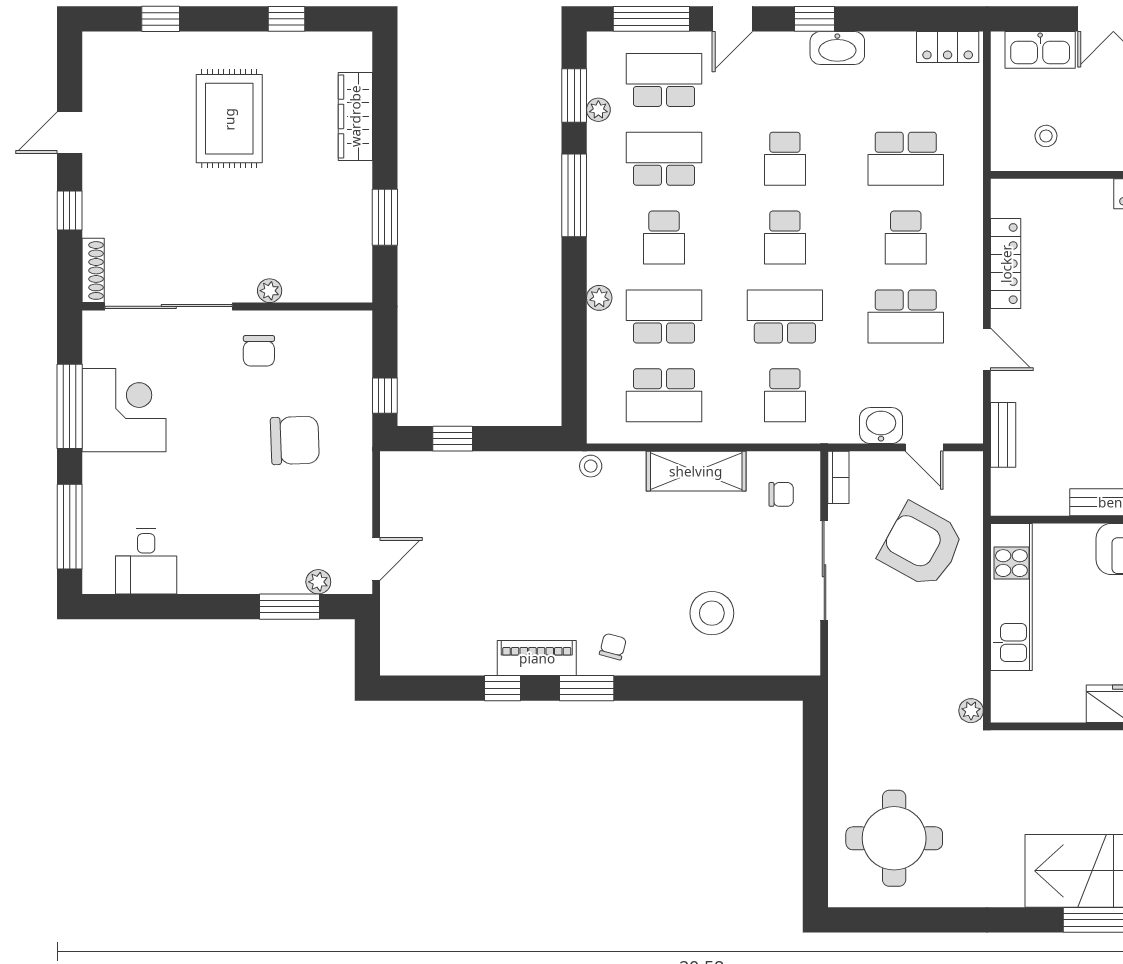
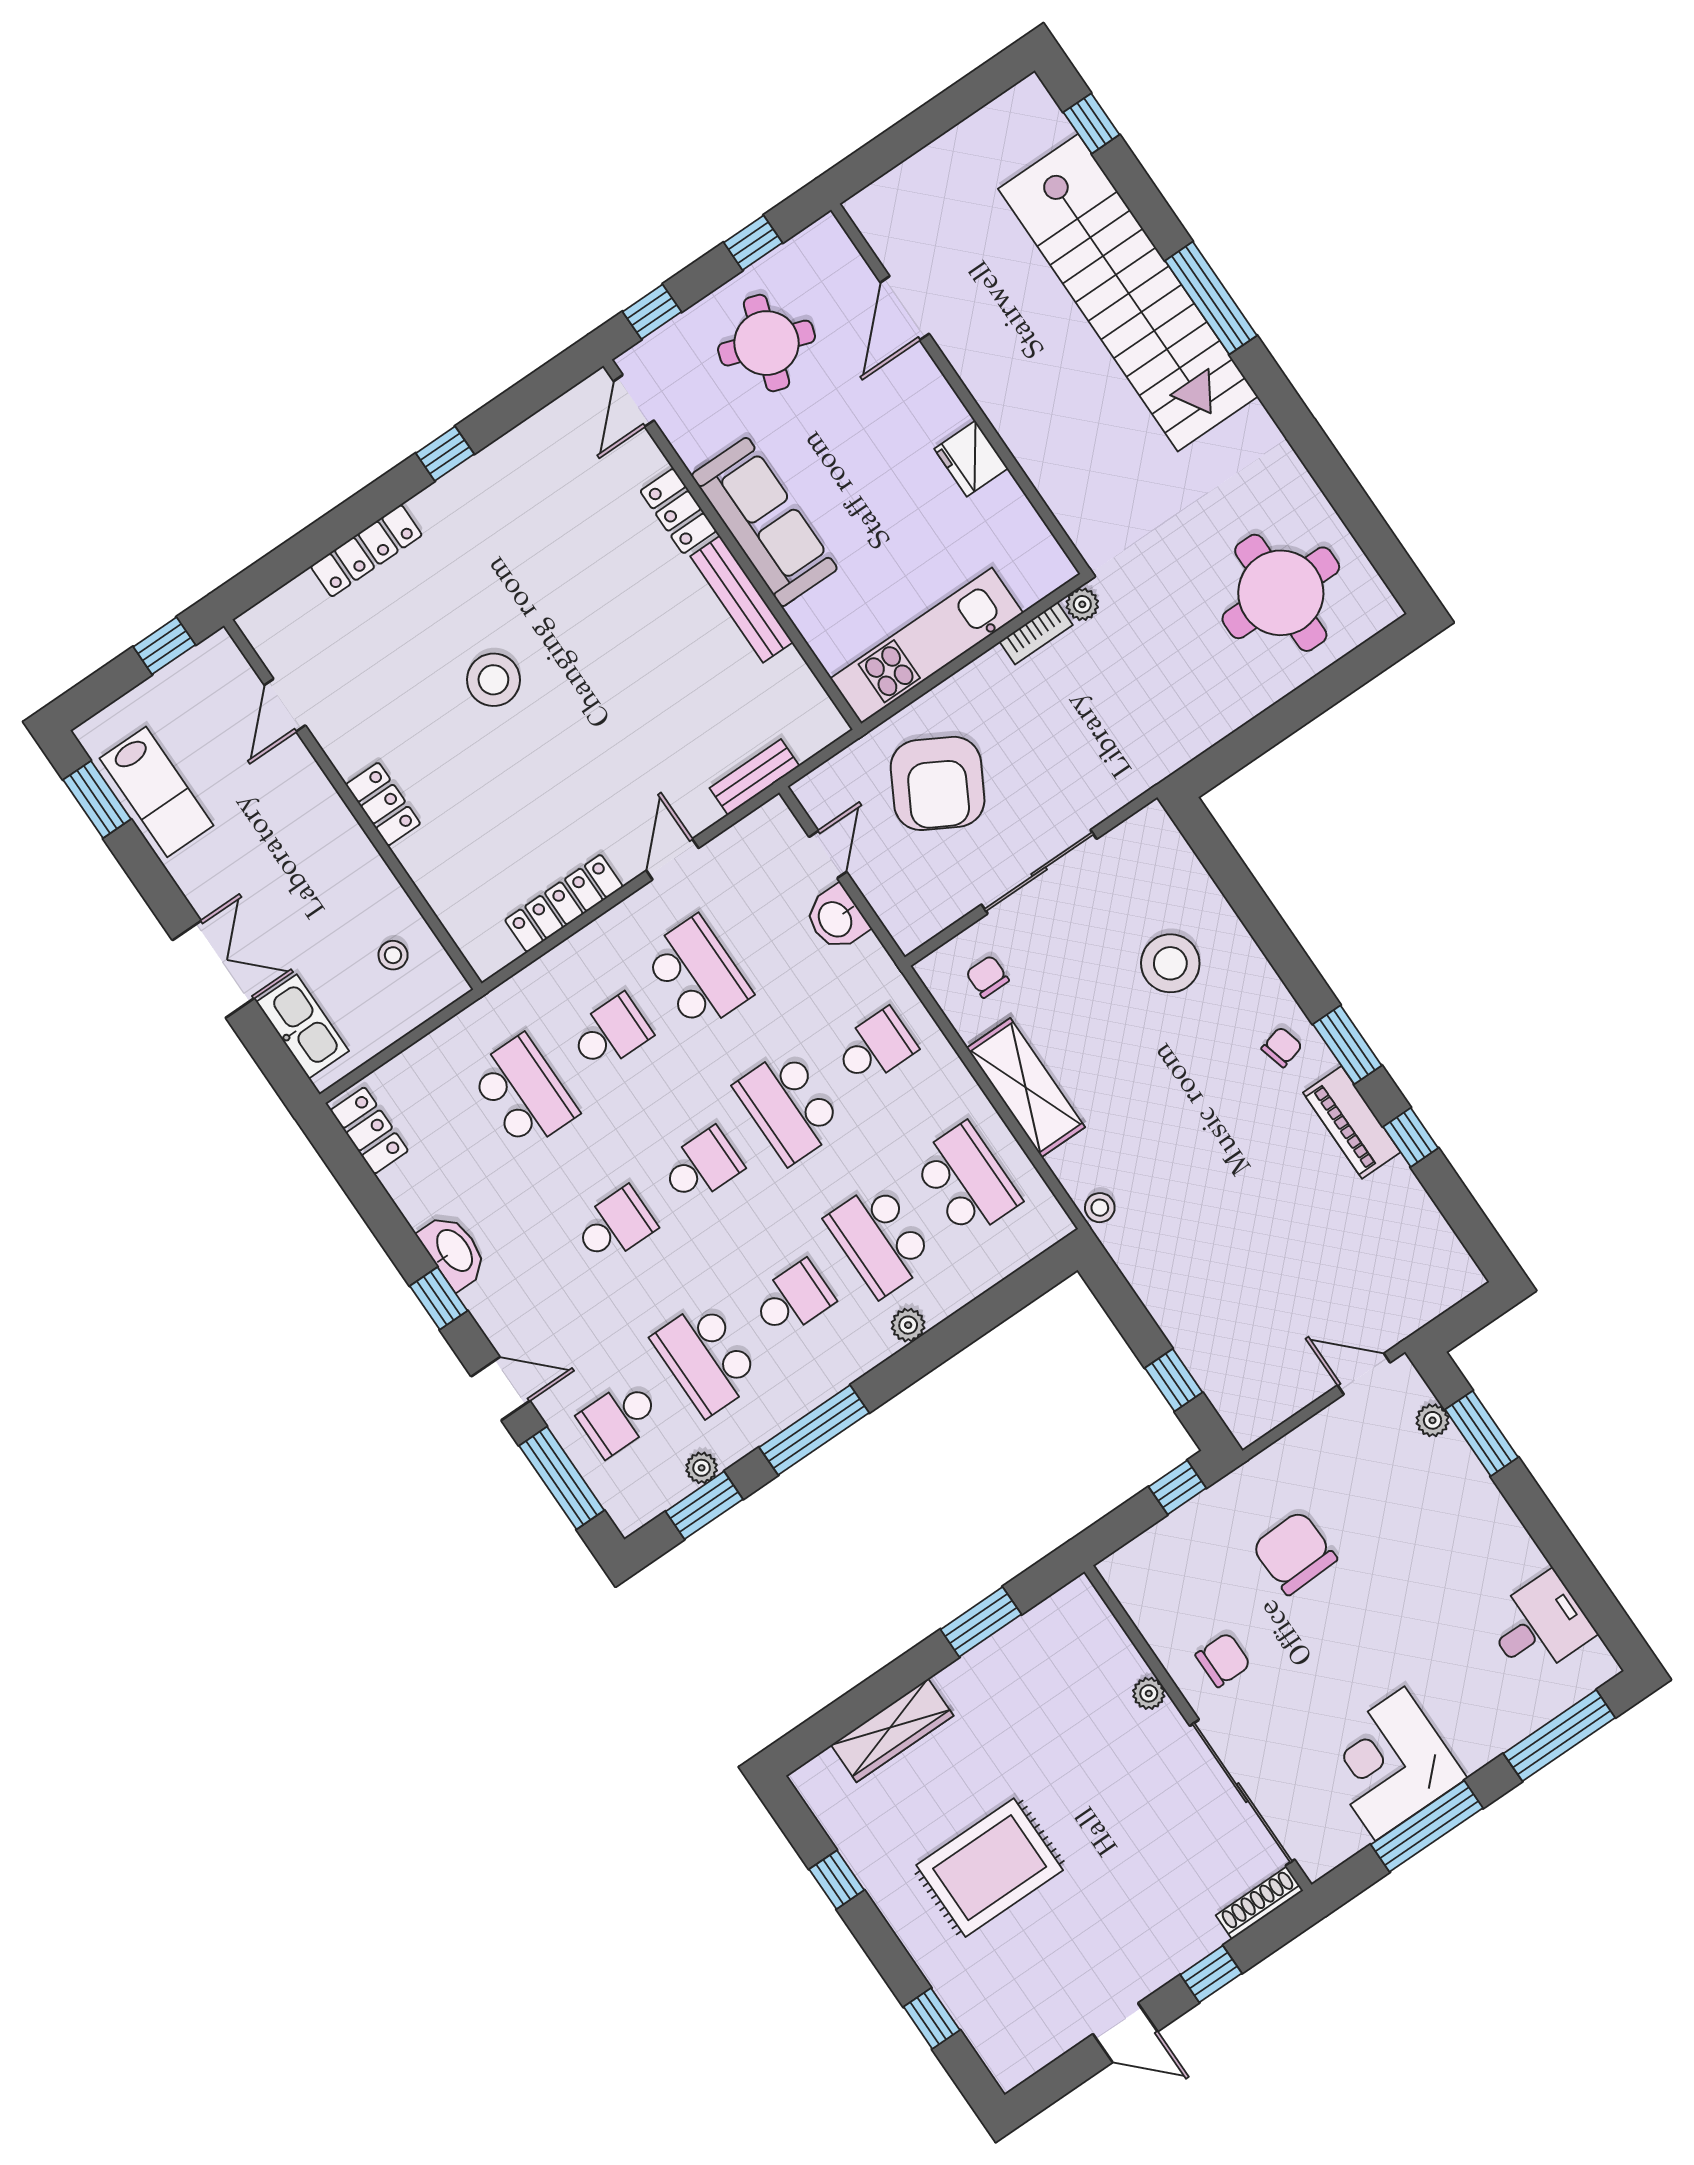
school desk: (664, 80) -> (619, 1418), width x0.54
bookcase: (838, 477) -> (1036, 633), moved, turned 180
chair: (613, 647) -> (1282, 1047), turned 150

